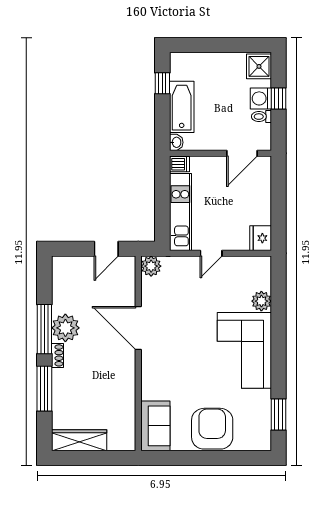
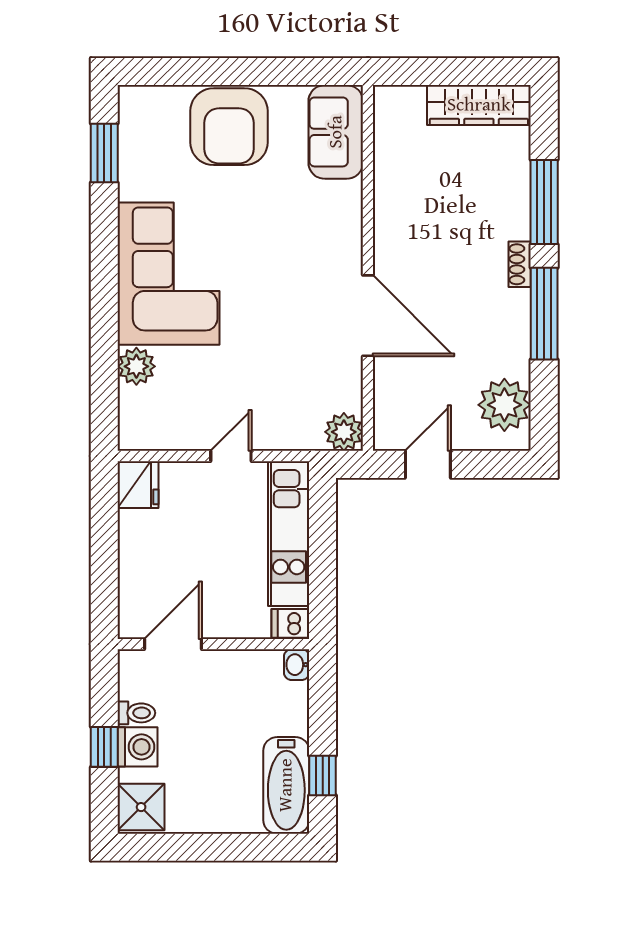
bathtub: (182, 107) -> (286, 785), moved
plant: (65, 328) -> (504, 405), moved

